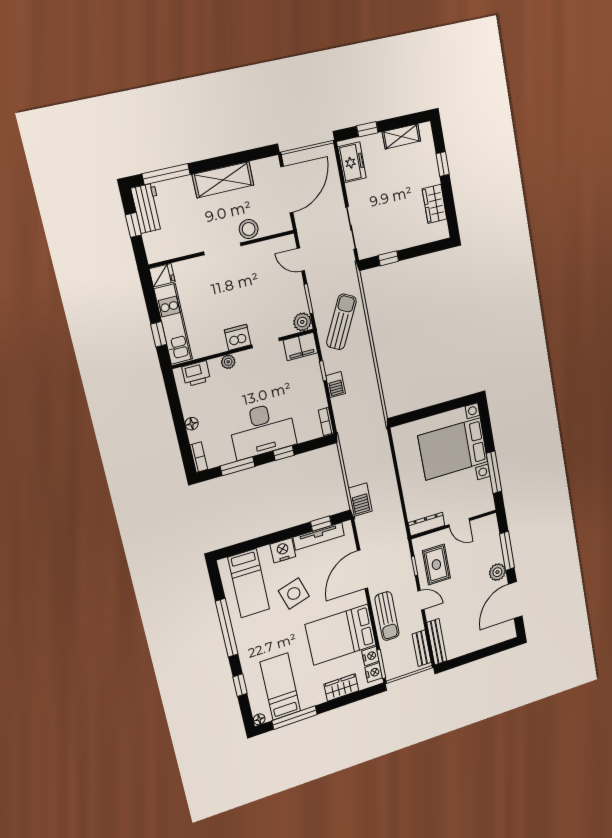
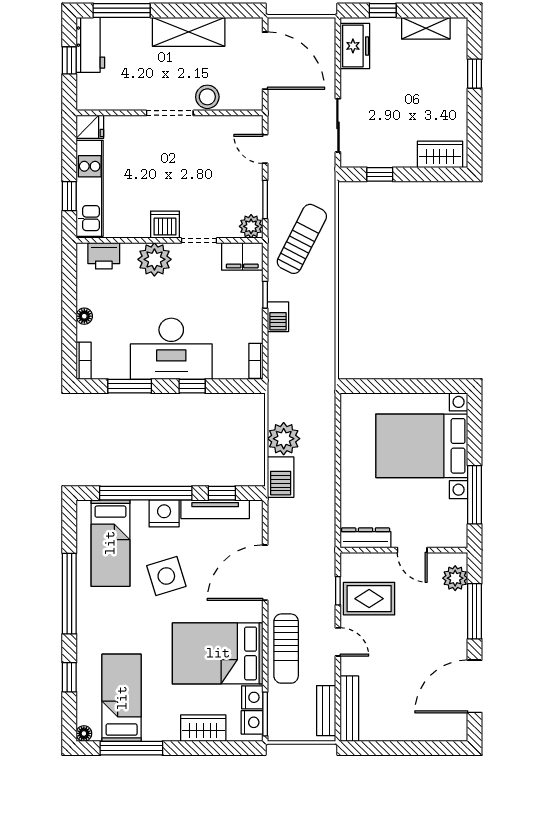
door: (287, 190) -> (265, 61), hinge flipped
wardrobe: (435, 204) -> (440, 154), moved, turned 90
plant: (228, 362) -> (154, 259), width x1.87, depth x1.87
plant: (357, 472) -> (284, 439), added
window: (267, 540) -> (146, 493), added
rug: (436, 565) -> (369, 599), turned 90
plant: (497, 572) -> (455, 578), moved

